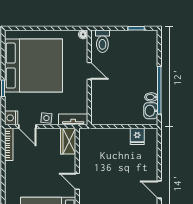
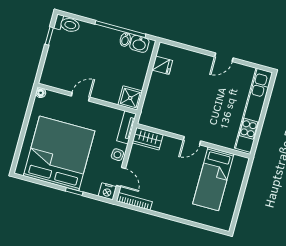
toilet: (102, 41) -> (67, 24), moved
shower: (100, 116) -> (130, 98), added
door: (27, 127) -> (121, 177), hinge flipped

